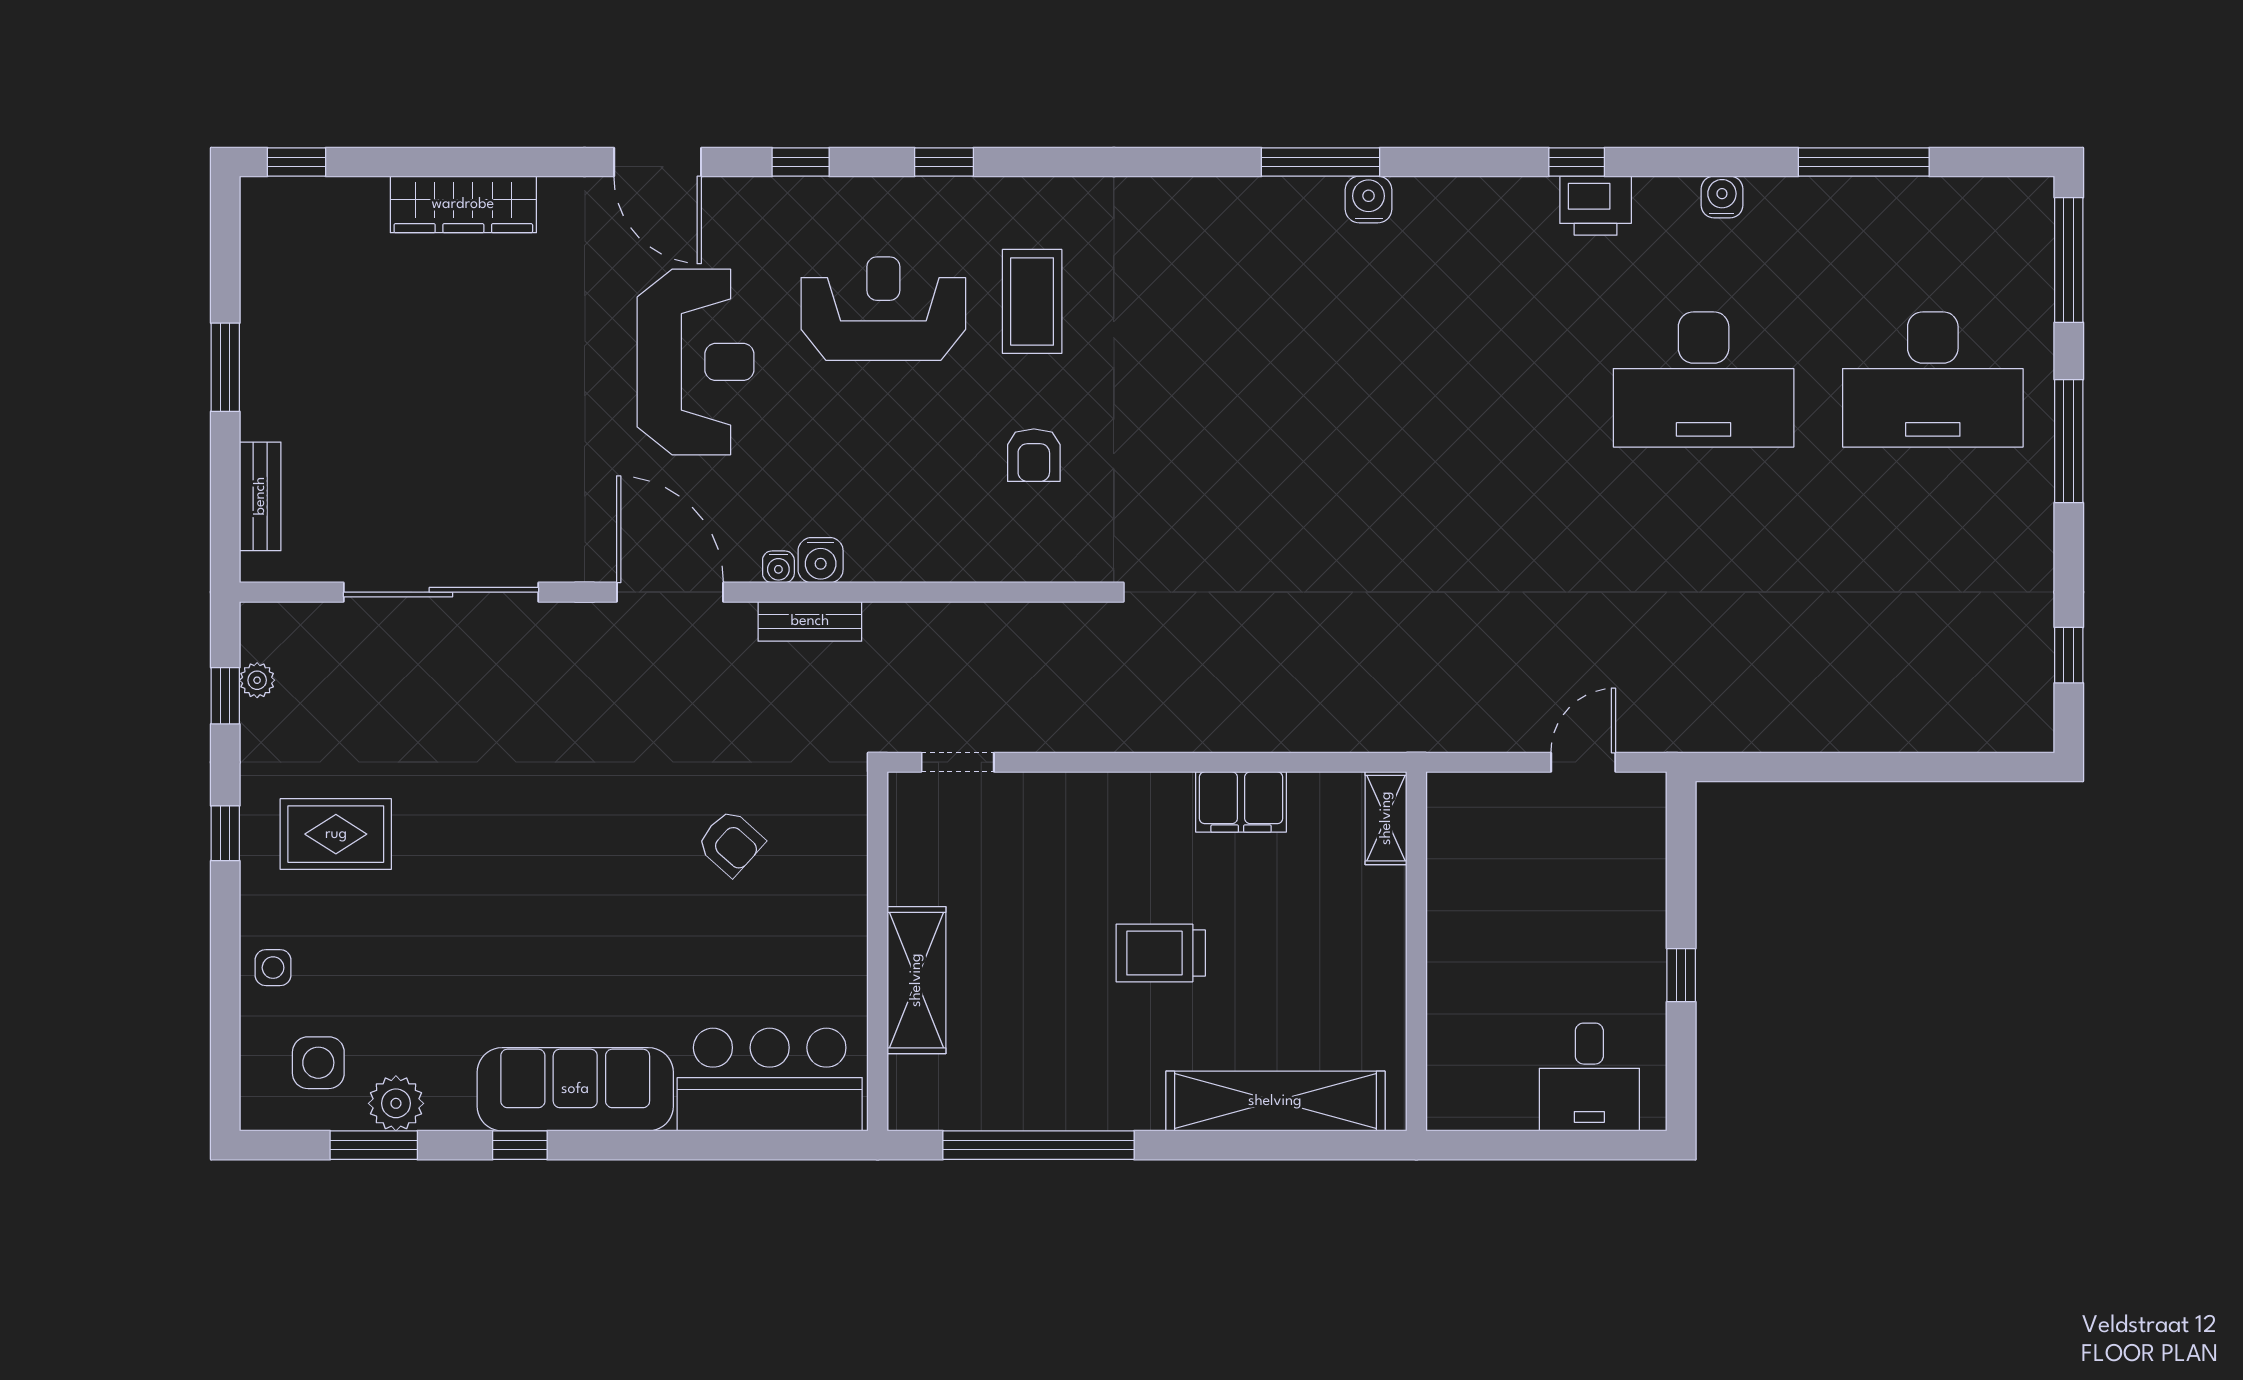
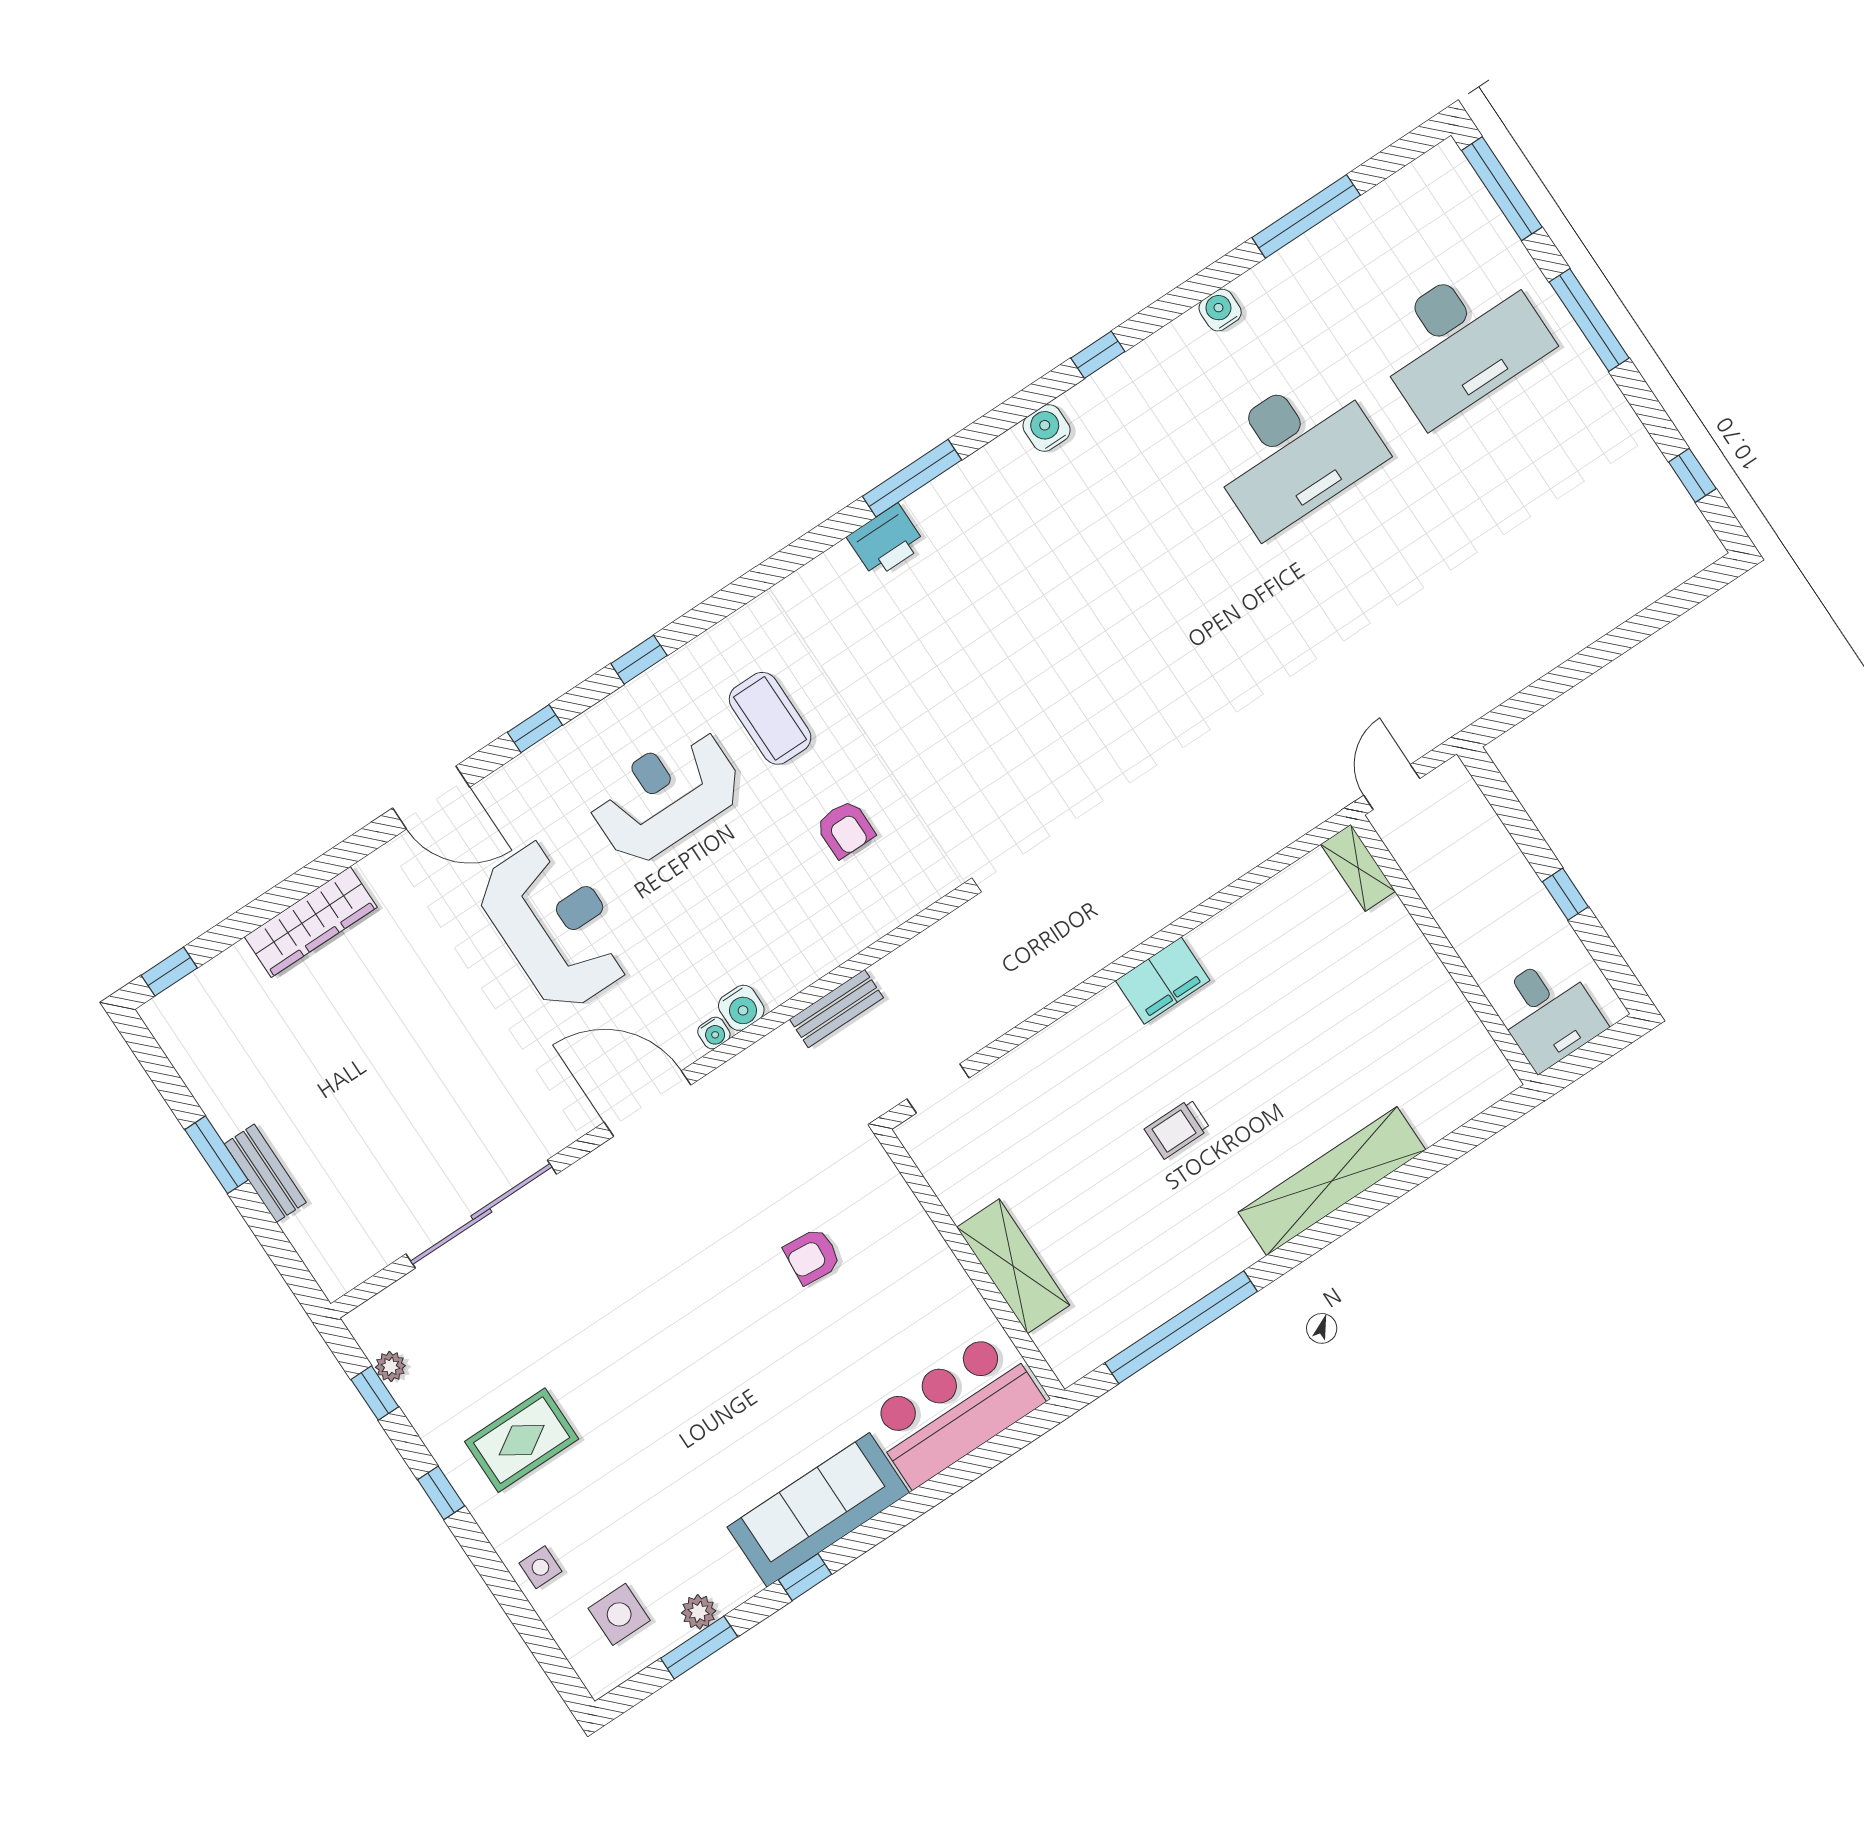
water cooler: (1369, 200) -> (1047, 428), moved
printer: (1596, 206) -> (886, 541), moved
bench: (260, 496) -> (265, 1173), moved
bench: (810, 621) -> (836, 1009), moved
shelving: (1386, 818) -> (1358, 868), moved
armchair: (731, 843) -> (812, 1256), turned 143
wall: (1416, 951) -> (1444, 950), moved
trolley: (1161, 953) -> (1177, 1129), width x0.73, depth x0.72
plant: (396, 1103) -> (699, 1612), width x0.73, depth x0.73

